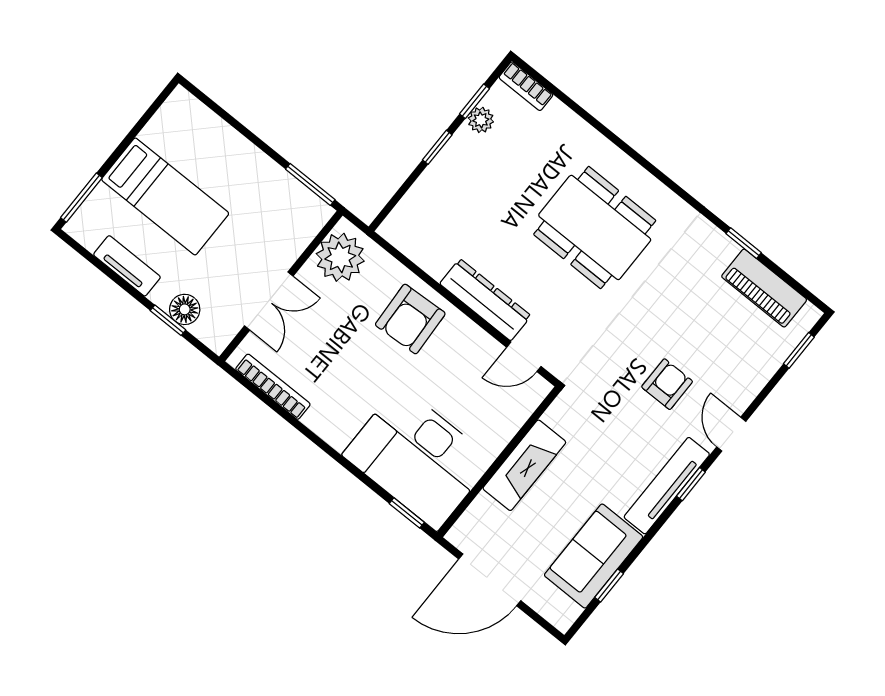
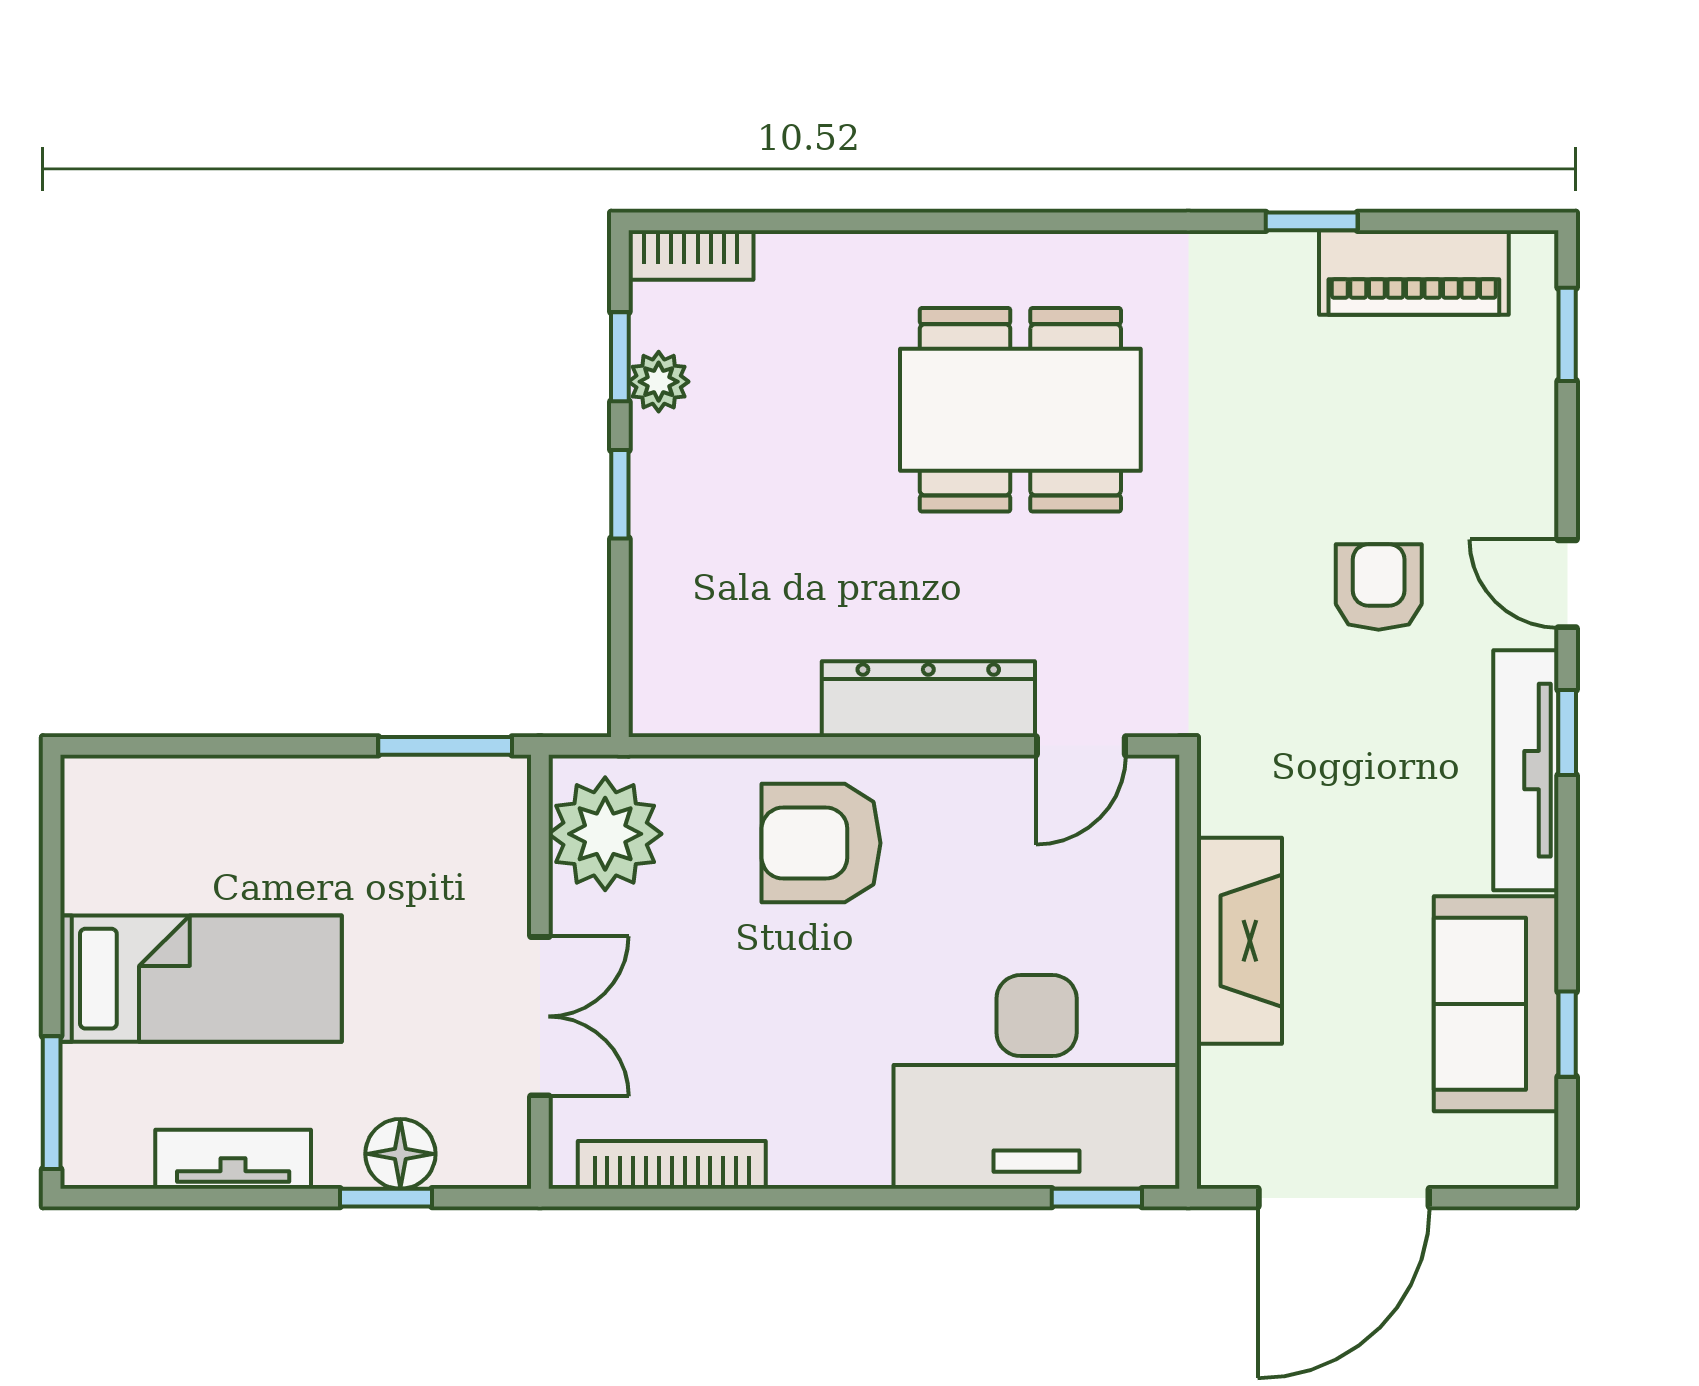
armchair: (410, 319) -> (821, 843), turned 93

